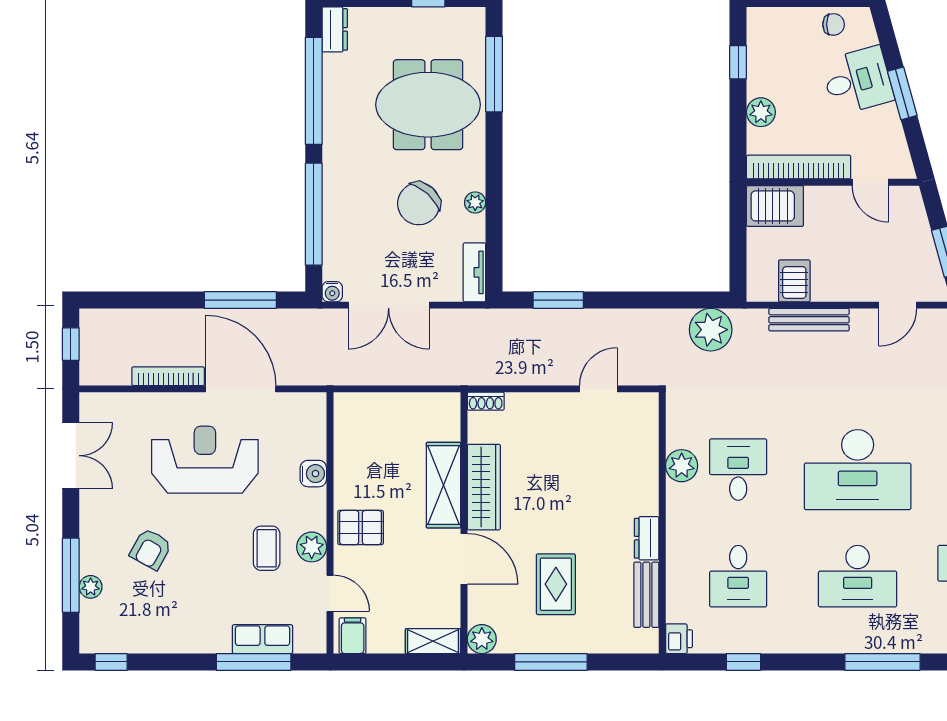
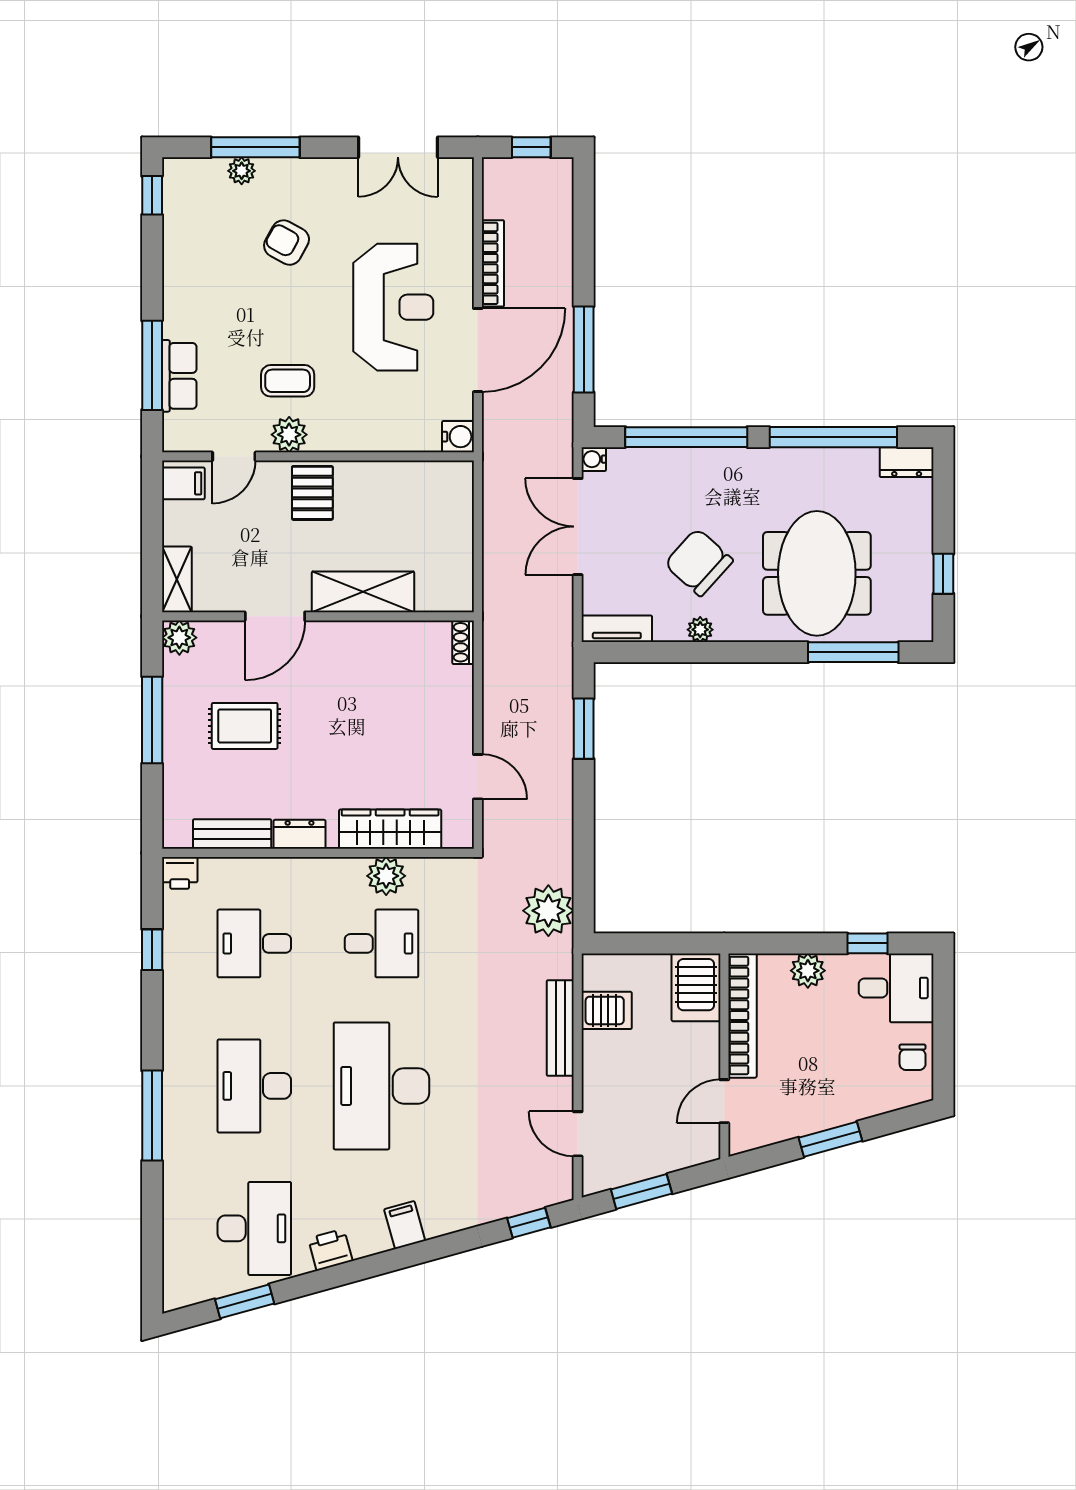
desk: (858, 81) -> (896, 988), moved, turned -75
water cooler: (313, 474) -> (458, 437), moved, turned -90
wardrobe: (484, 487) -> (390, 829), moved, turned 180

